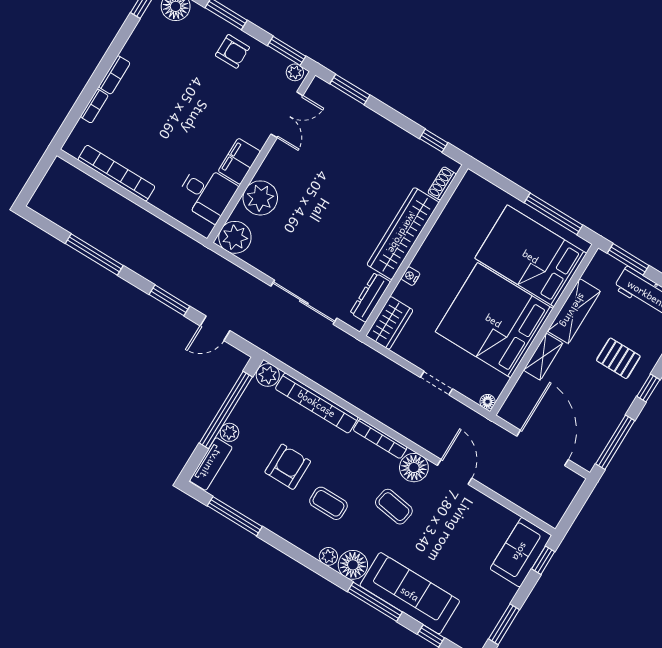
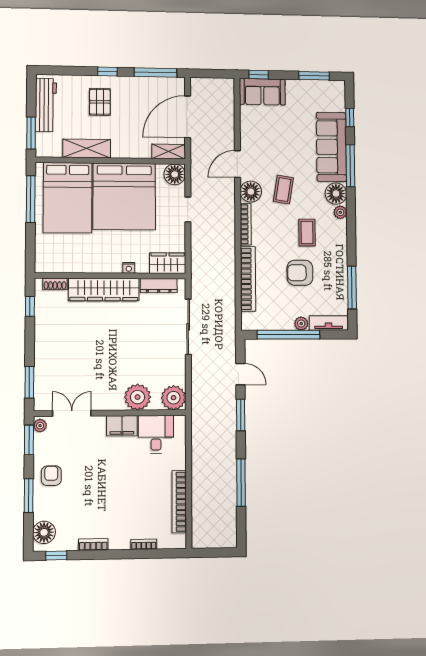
bookcase: (114, 75) -> (93, 545), moved
shelving: (543, 357) -> (169, 151), moved
plant: (268, 375) -> (250, 321), removed
floor lamp: (488, 402) -> (175, 174), width x1.89, depth x1.89

